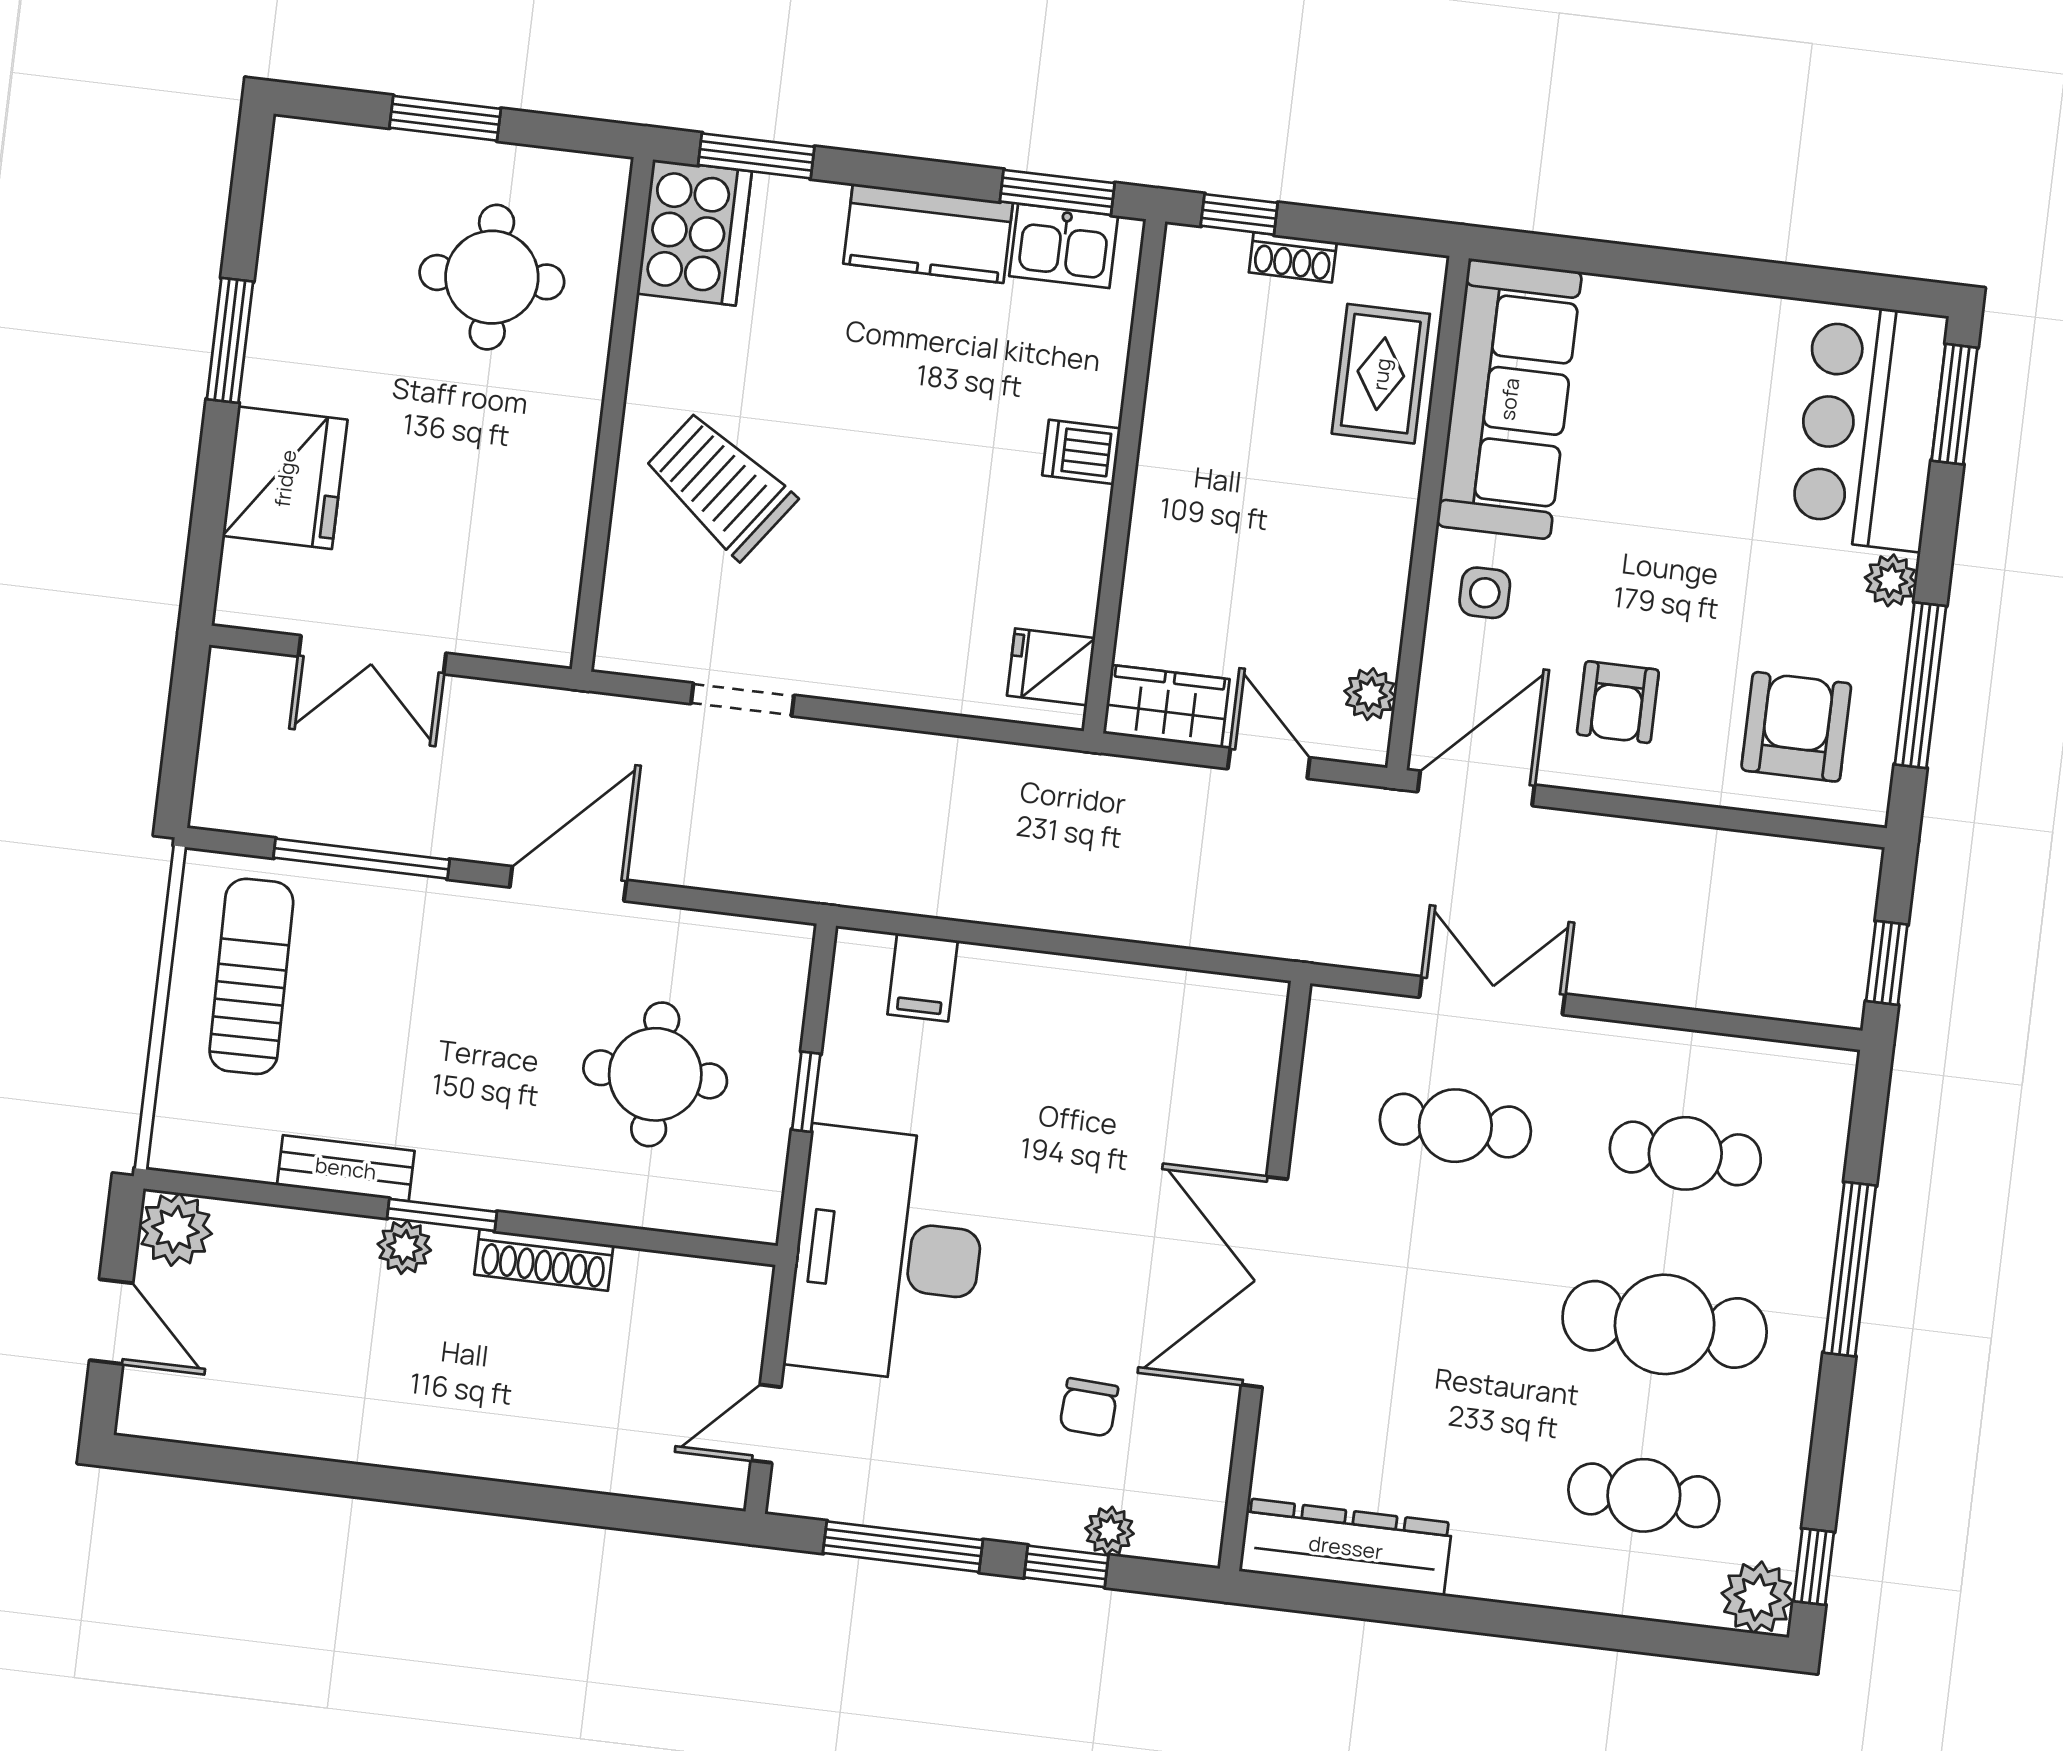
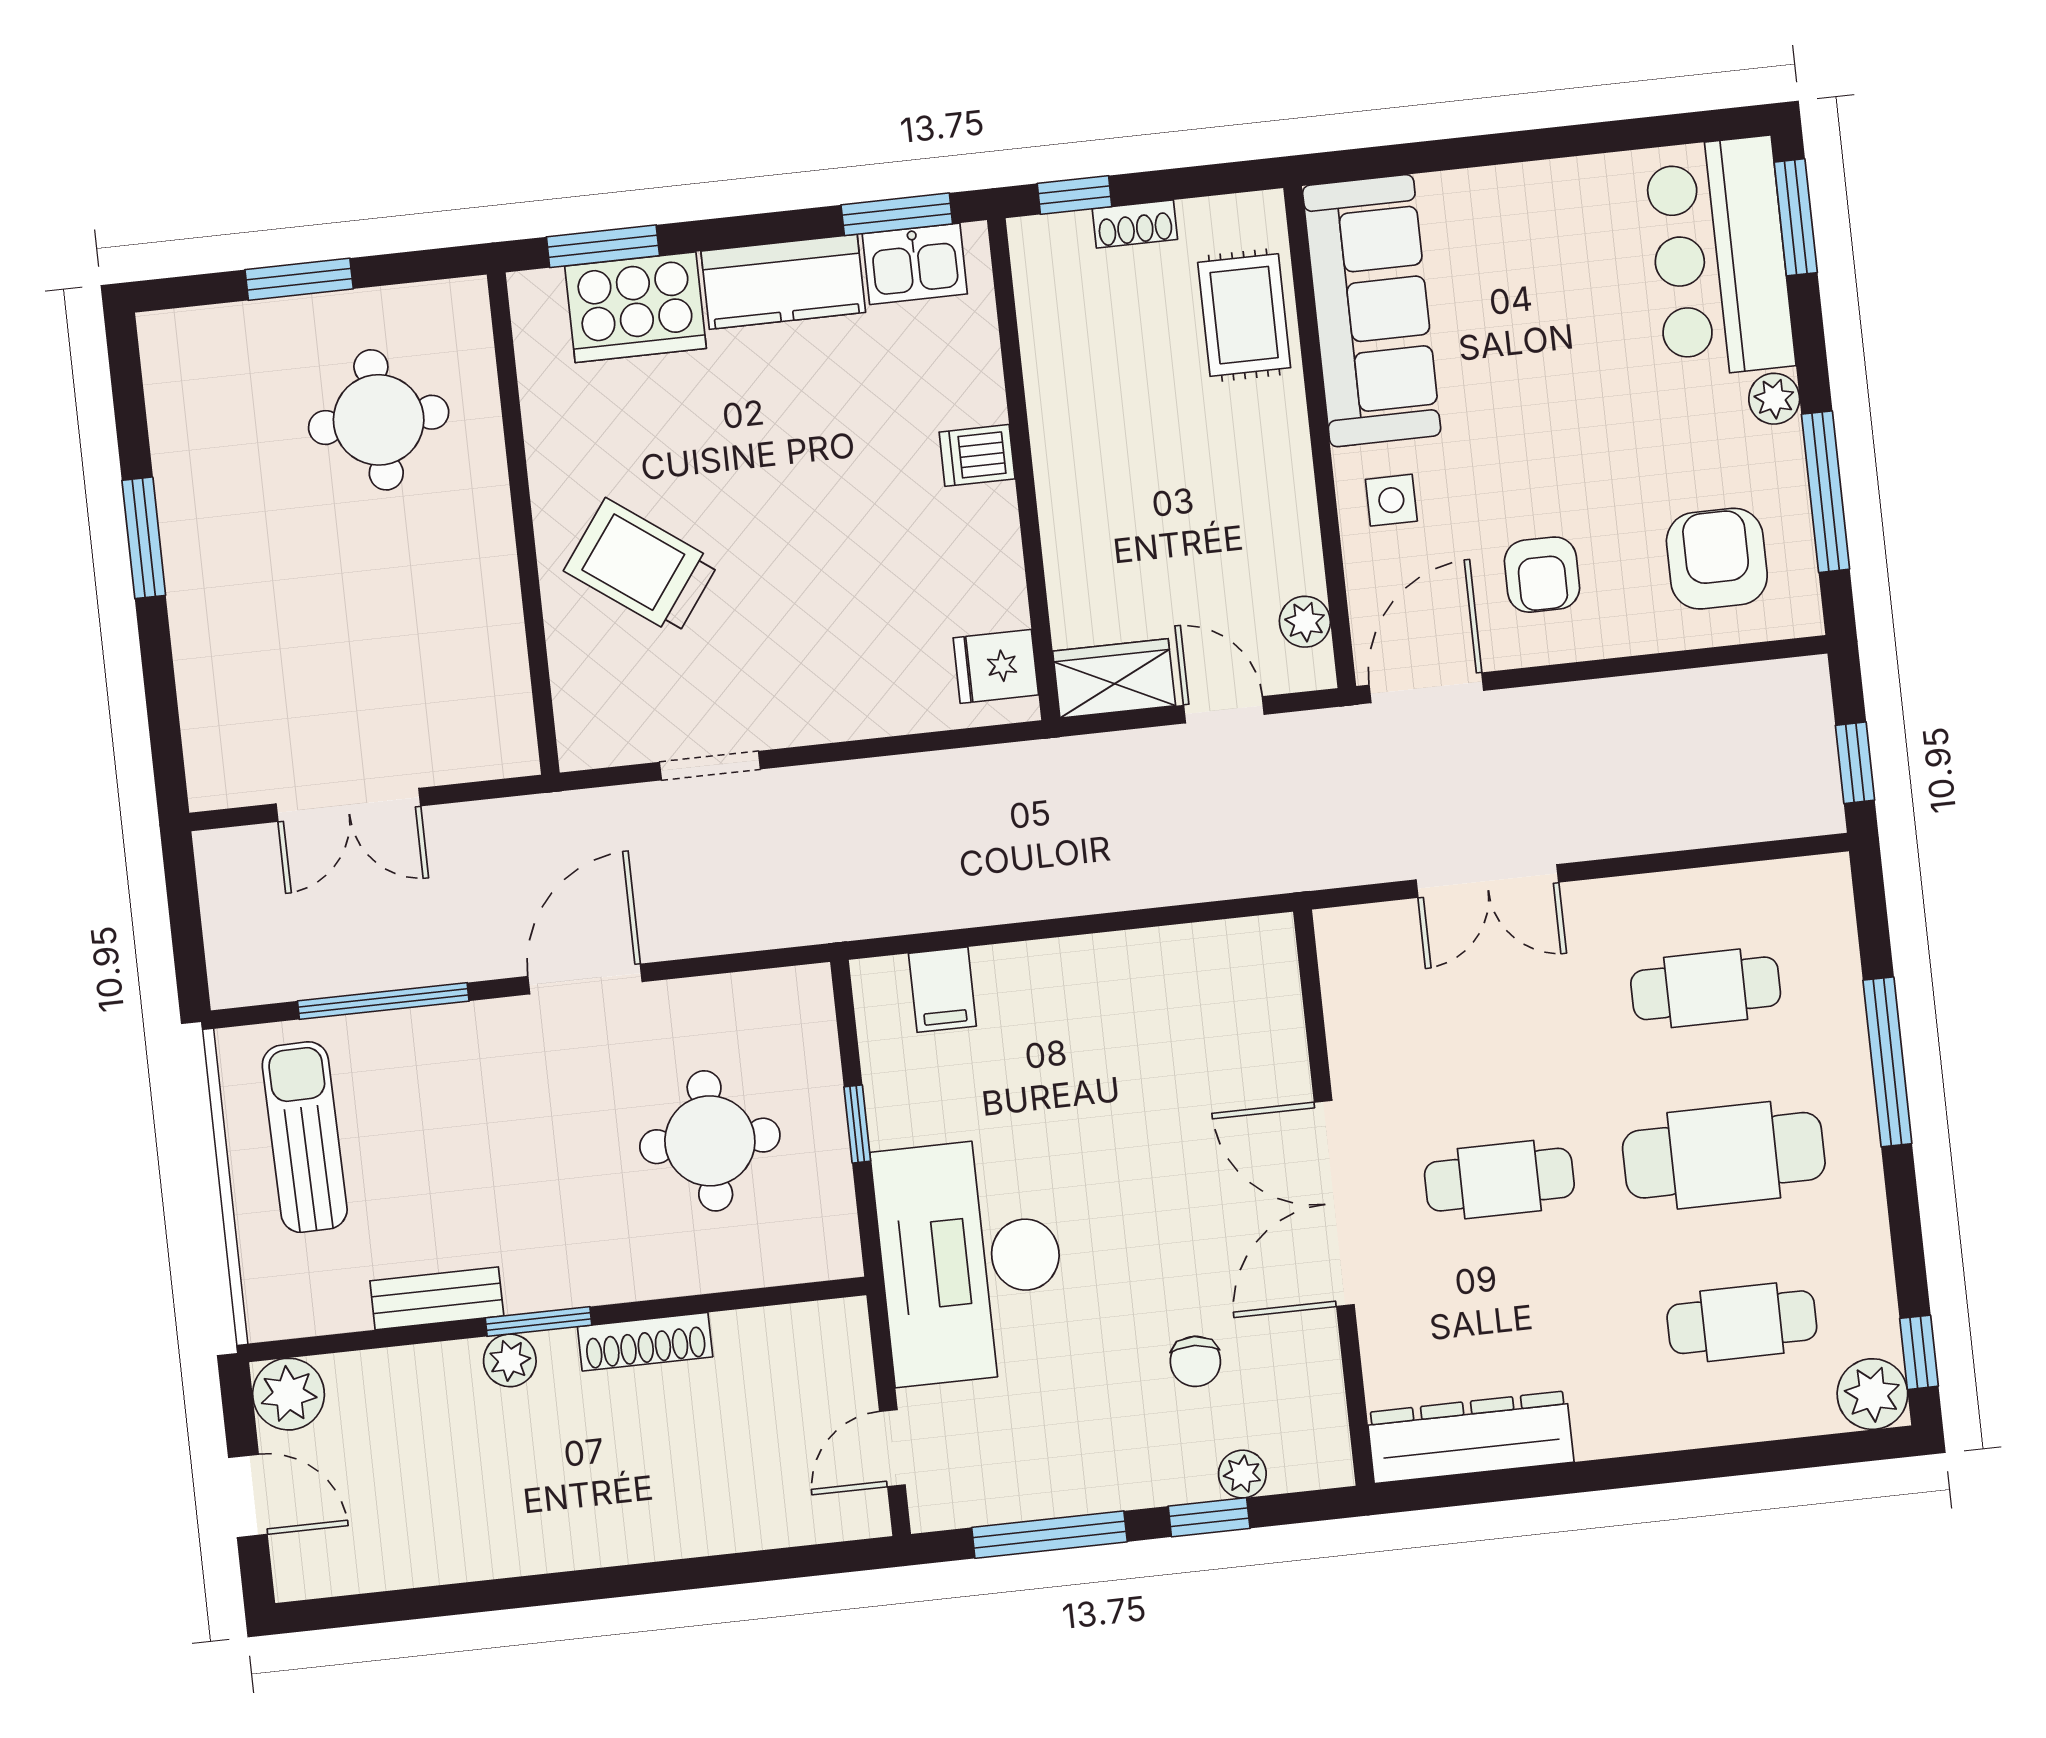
cooker: (694, 233) -> (636, 307), moved, turned 90
fridge: (285, 478) -> (226, 656), removed
double door: (1492, 996) -> (1487, 881), swing flipped
cafe table: (1455, 1126) -> (1499, 1180), moved

